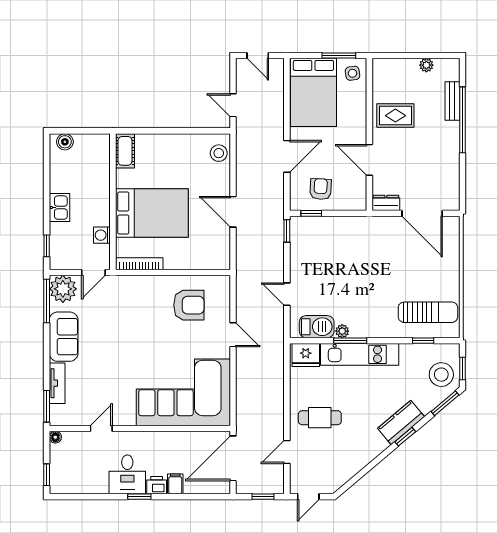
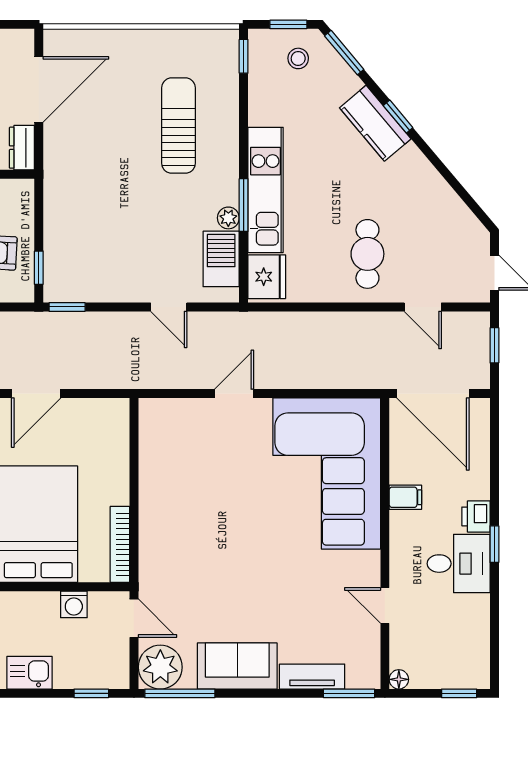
door: (287, 294) -> (169, 307), hinge flipped
armchair: (189, 305) -> (186, 464), removed
sun lounger: (428, 312) -> (178, 126), moved
window: (423, 341) -> (244, 56), moved
stool: (441, 375) -> (298, 58), width x0.53, depth x0.53
filing cabinet: (175, 484) -> (405, 497), moved, turned 180

